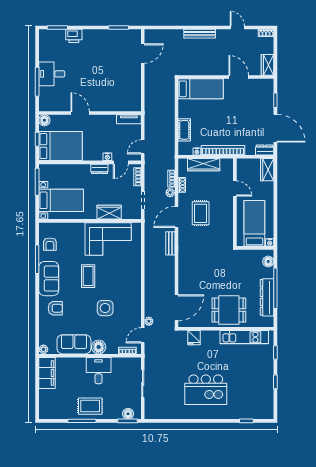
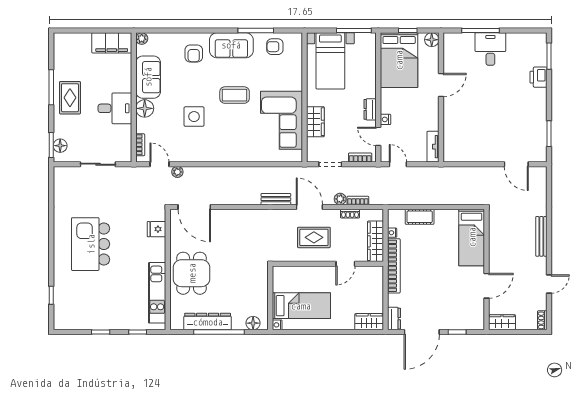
door: (235, 188) -> (345, 264), moved
wall: (235, 202) -> (328, 264), moved

